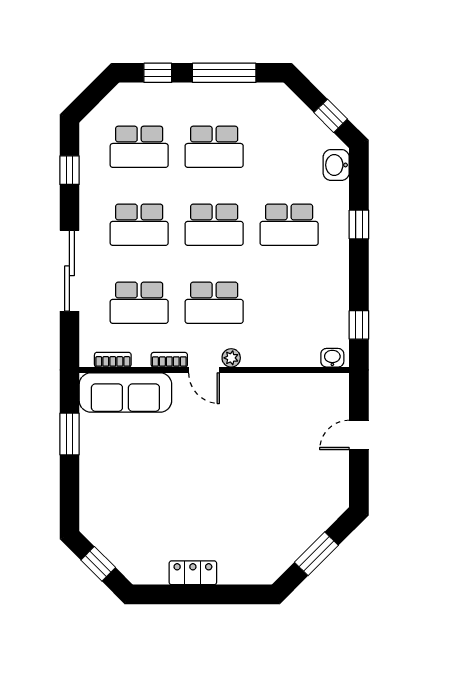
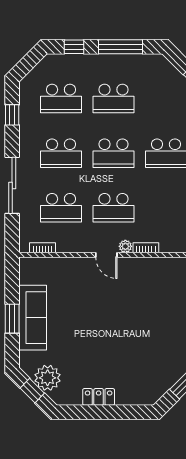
bookcase: (169, 360) -> (146, 248), moved
sofa: (125, 392) -> (33, 318), moved, turned -90
window: (69, 434) -> (12, 319), moved
plant: (120, 546) -> (48, 378), added

